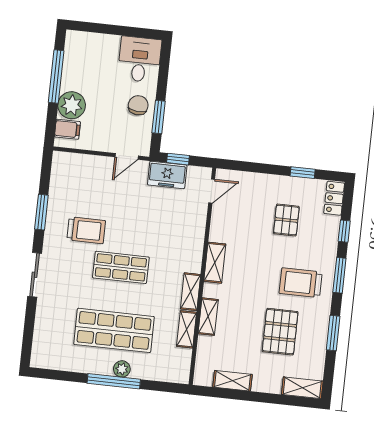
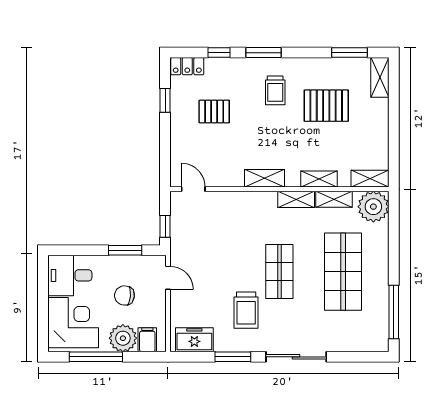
corner desk: (92, 58) -> (73, 323), added
chair: (138, 105) -> (124, 295), moved
freezer: (167, 175) -> (194, 340), moved, turned -90
trolley: (86, 230) -> (246, 310), turned 180
sliding door: (35, 275) -> (296, 357), width x1.37
trolley: (301, 283) -> (275, 90), width x0.73, depth x0.72
window: (333, 333) -> (350, 53), moved
plant: (122, 369) -> (373, 207), moved, width x1.87, depth x1.87
window: (114, 381) -> (394, 312), moved
shelving: (233, 381) -> (370, 179), moved, turned 90

